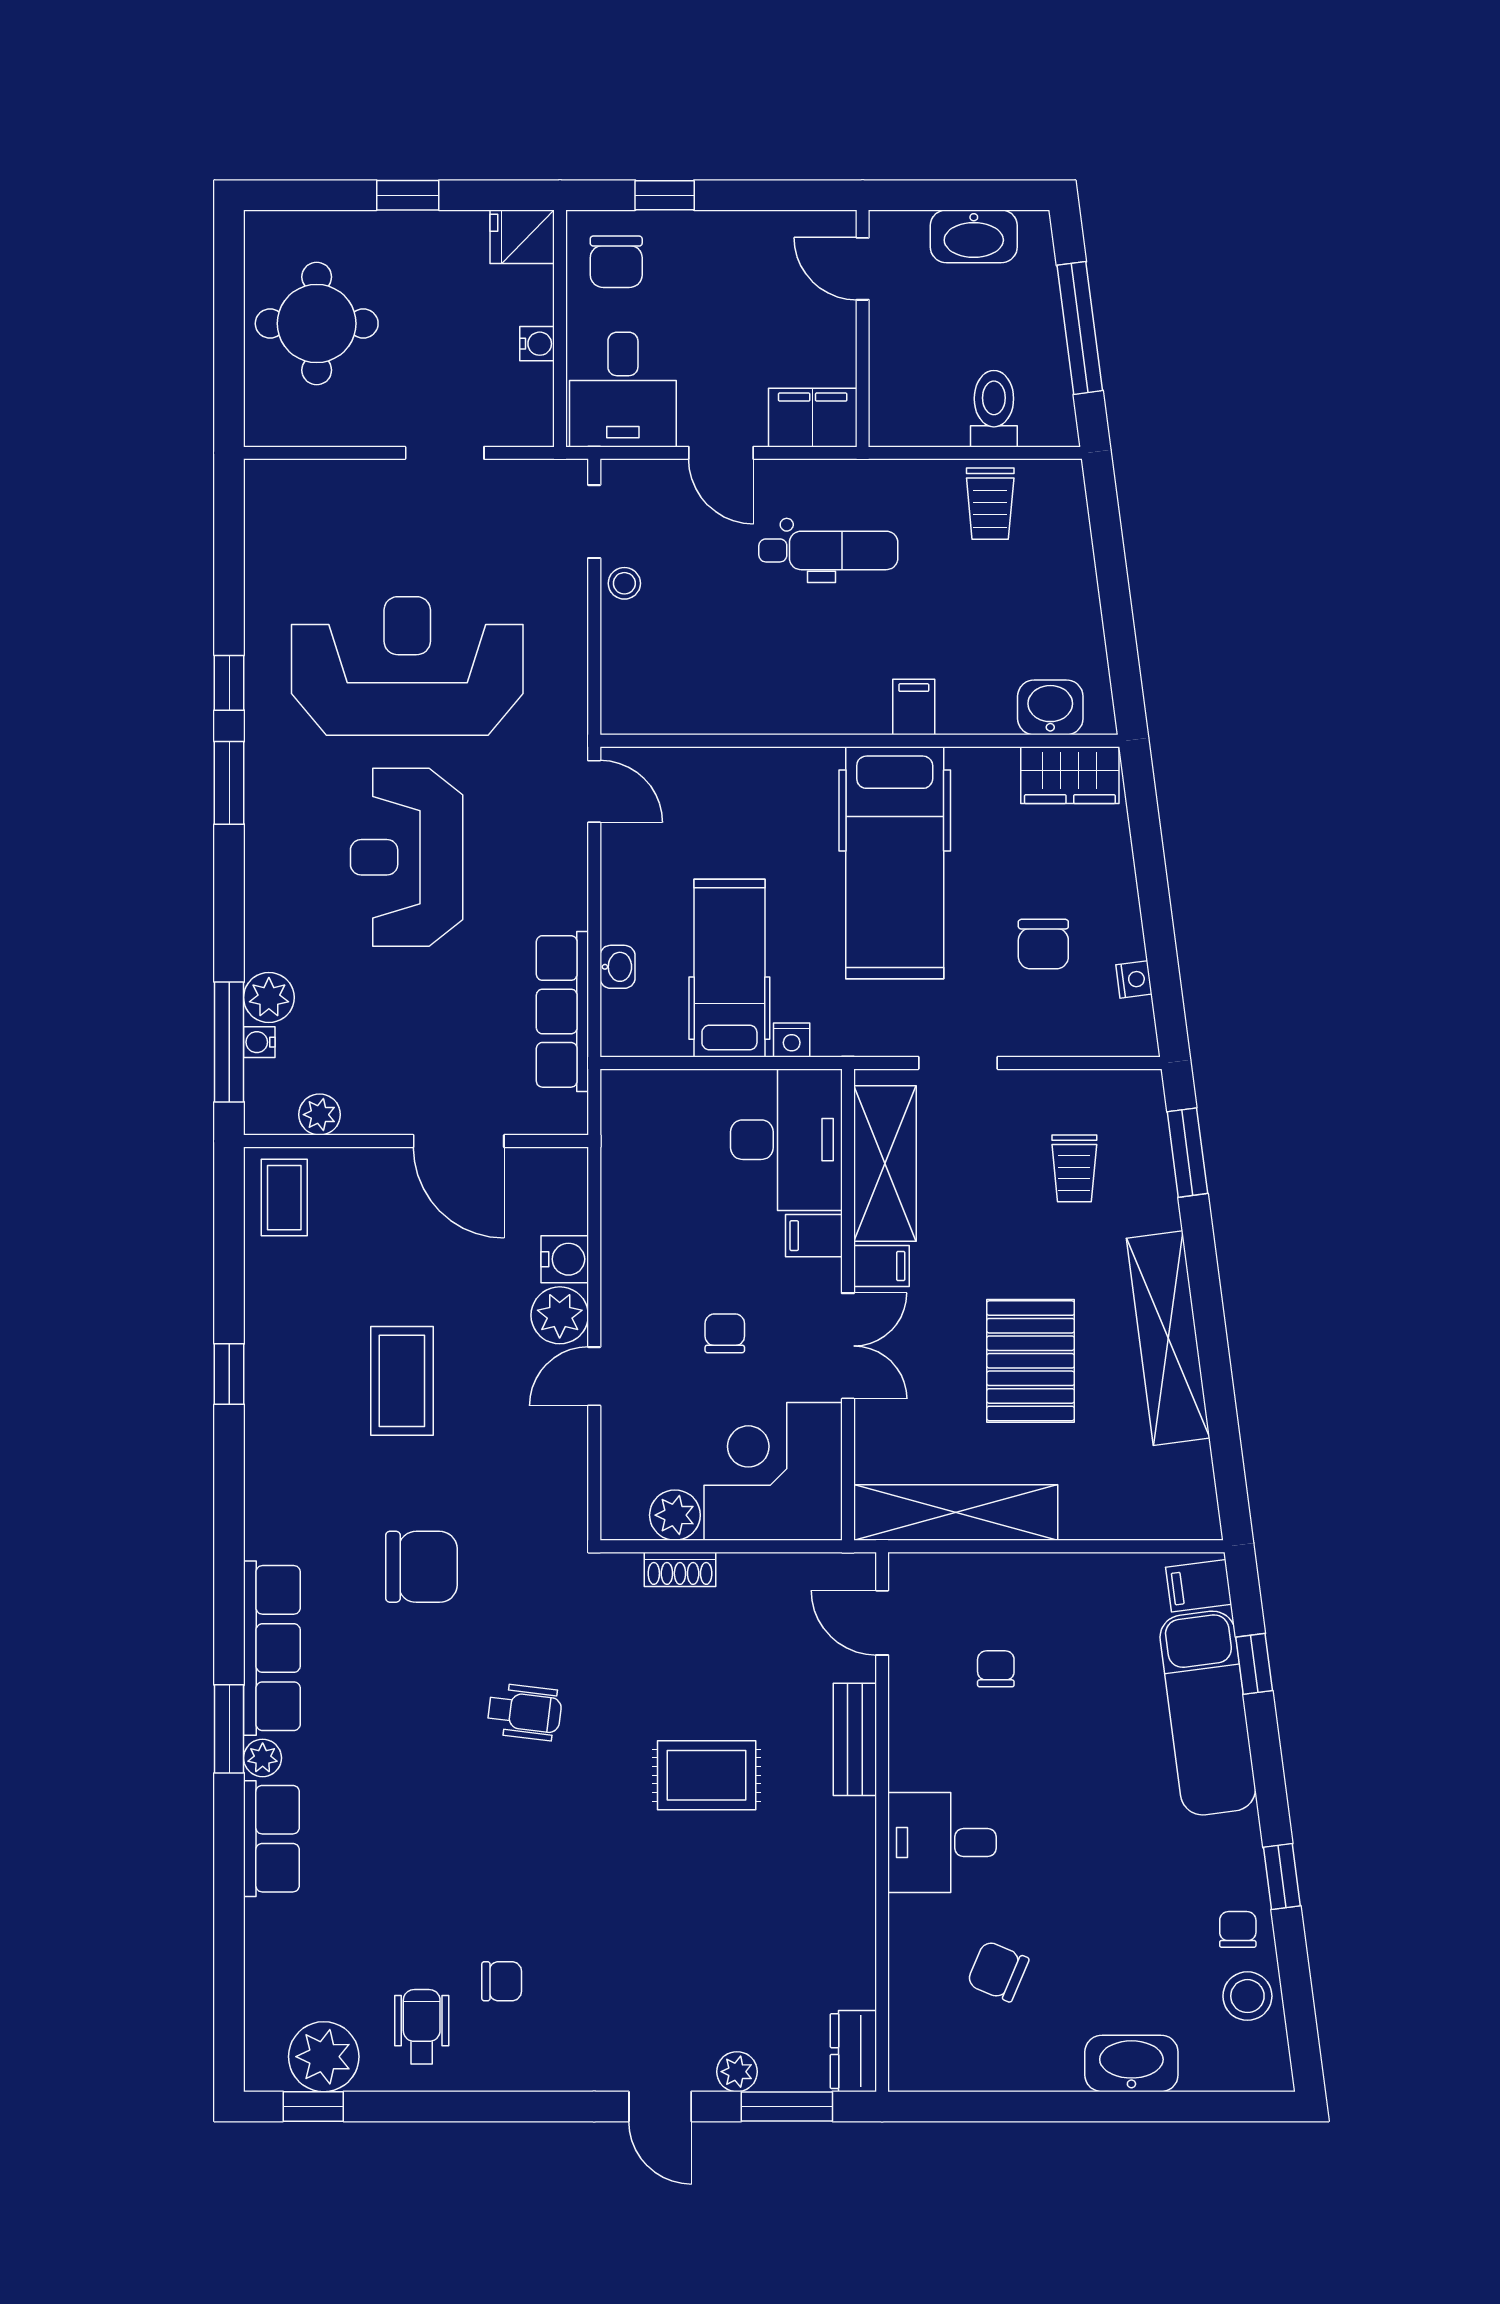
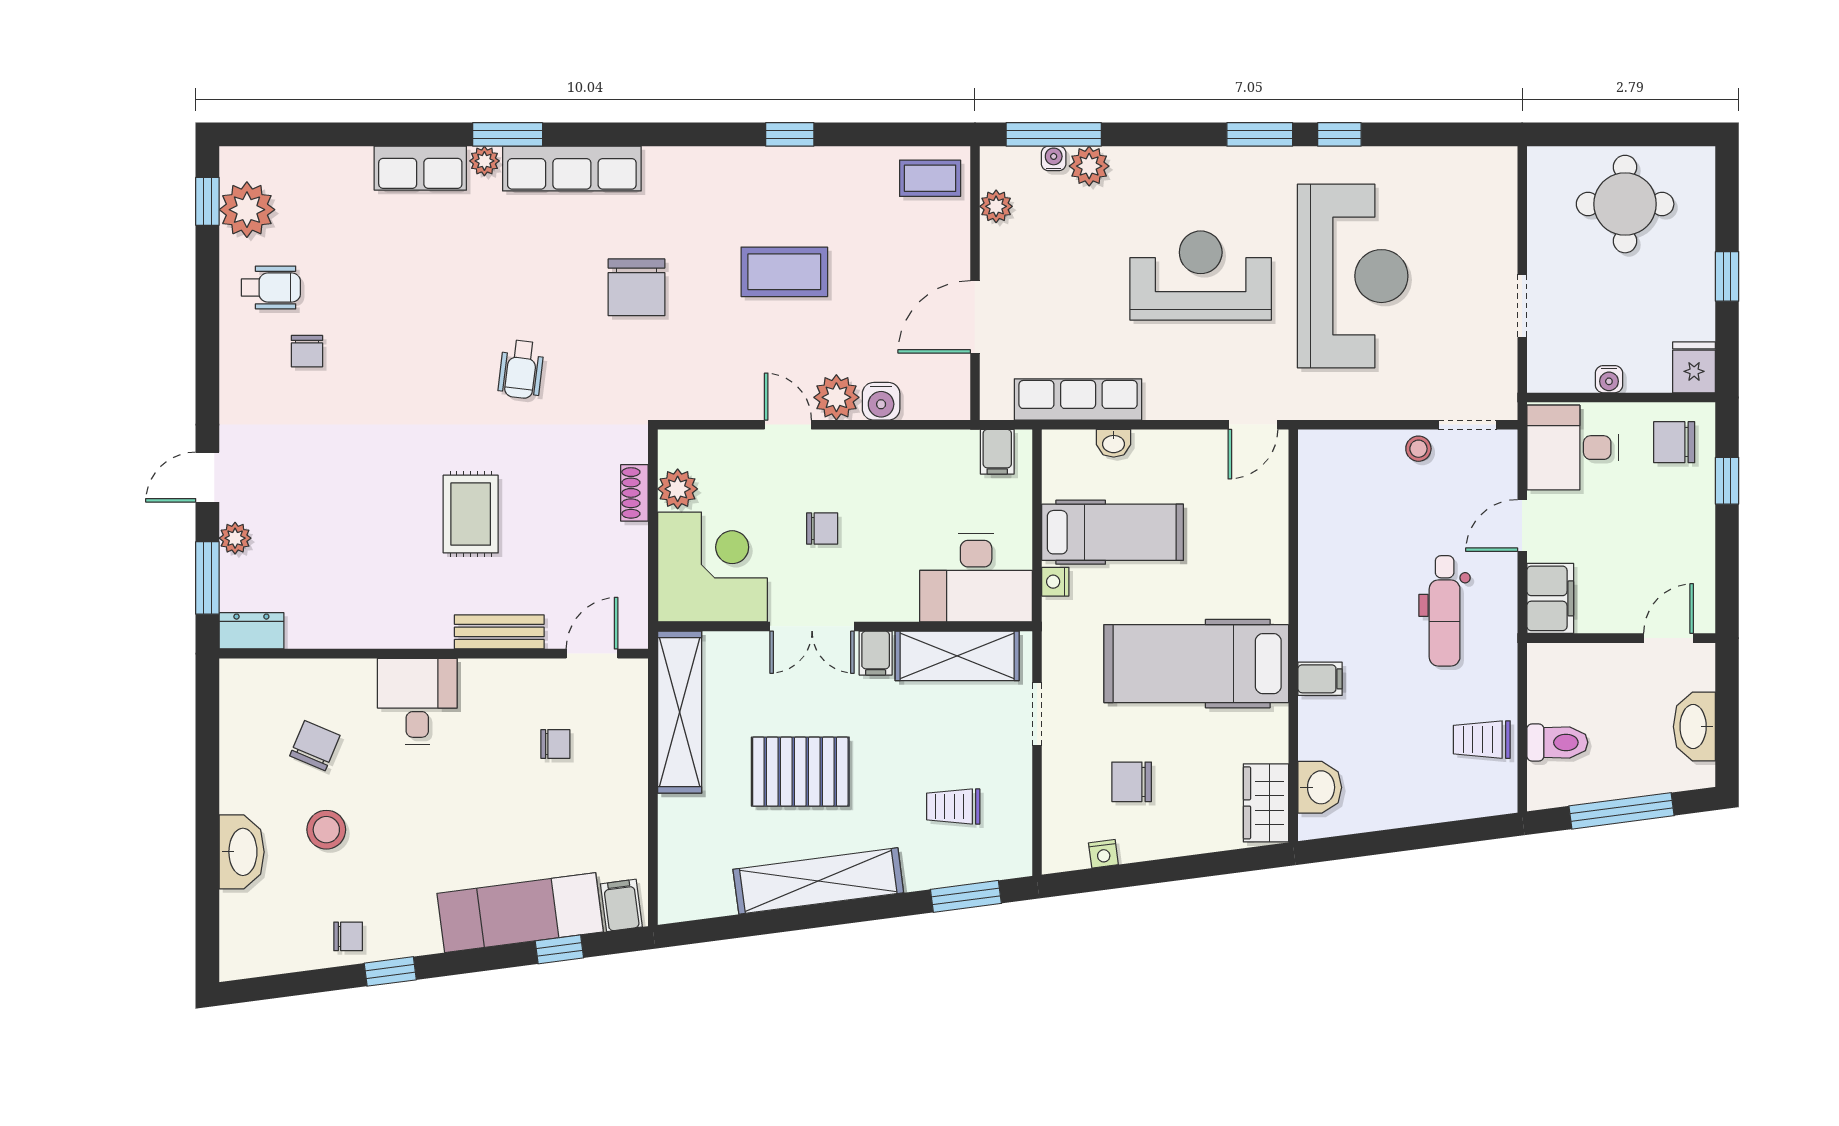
filing cabinet: (814, 1236) -> (997, 452), moved, turned 180
stool: (1247, 1996) -> (326, 830), moved

